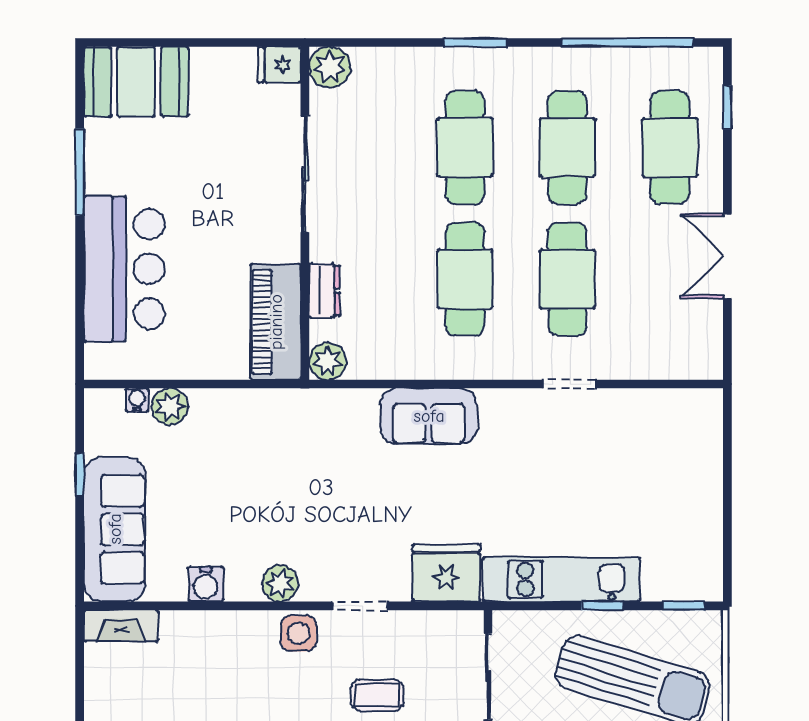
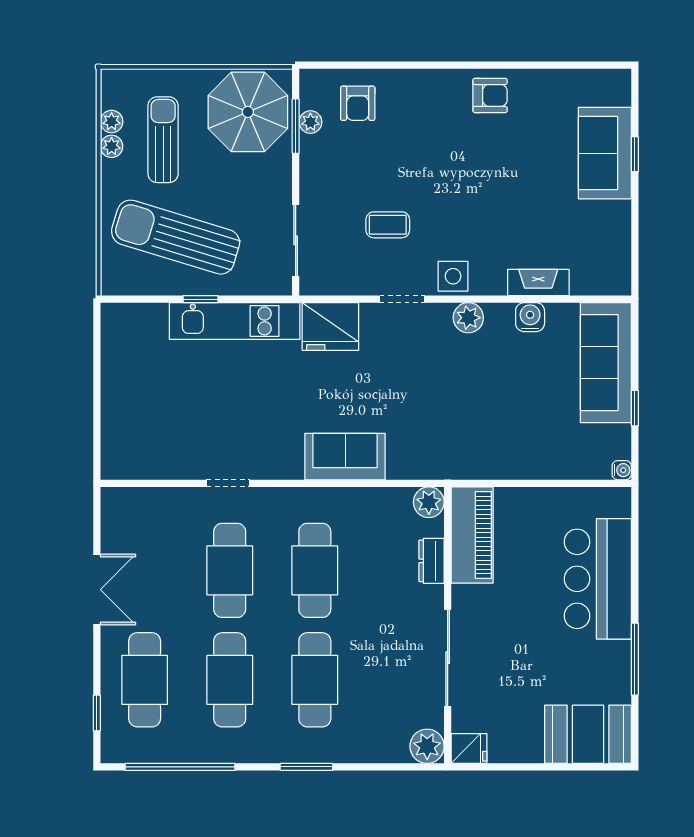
water cooler: (137, 400) -> (622, 470), moved, turned -90
plant: (170, 406) -> (560, 465), removed
window: (684, 606) -> (133, 299), removed
fireplace: (121, 626) -> (538, 282), moved

